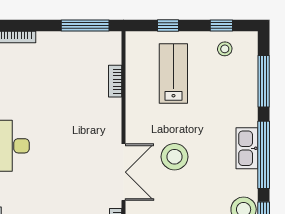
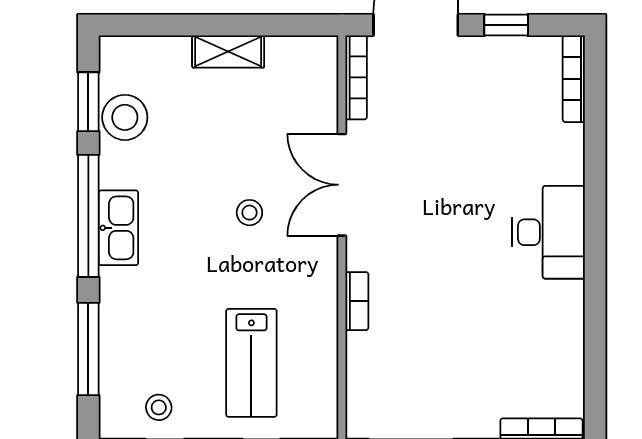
bookcase: (115, 81) -> (357, 301), moved
stool: (175, 157) -> (249, 213), width x0.53, depth x0.53

